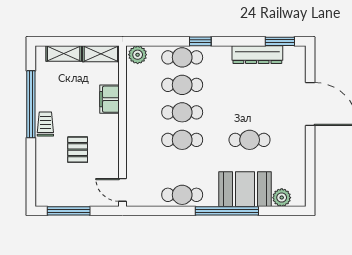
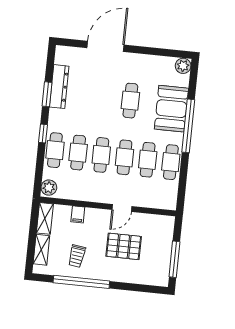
window: (280, 41) -> (47, 94), moved
filing cabinet: (110, 99) -> (78, 214), width x0.50
trolley: (45, 124) -> (77, 256), moved, turned -82
pallet: (78, 150) -> (124, 246), width x1.50, depth x1.42
cafe table: (182, 167) -> (148, 160), added
door: (123, 190) -> (122, 208), moved
plant: (282, 198) -> (183, 66), moved

